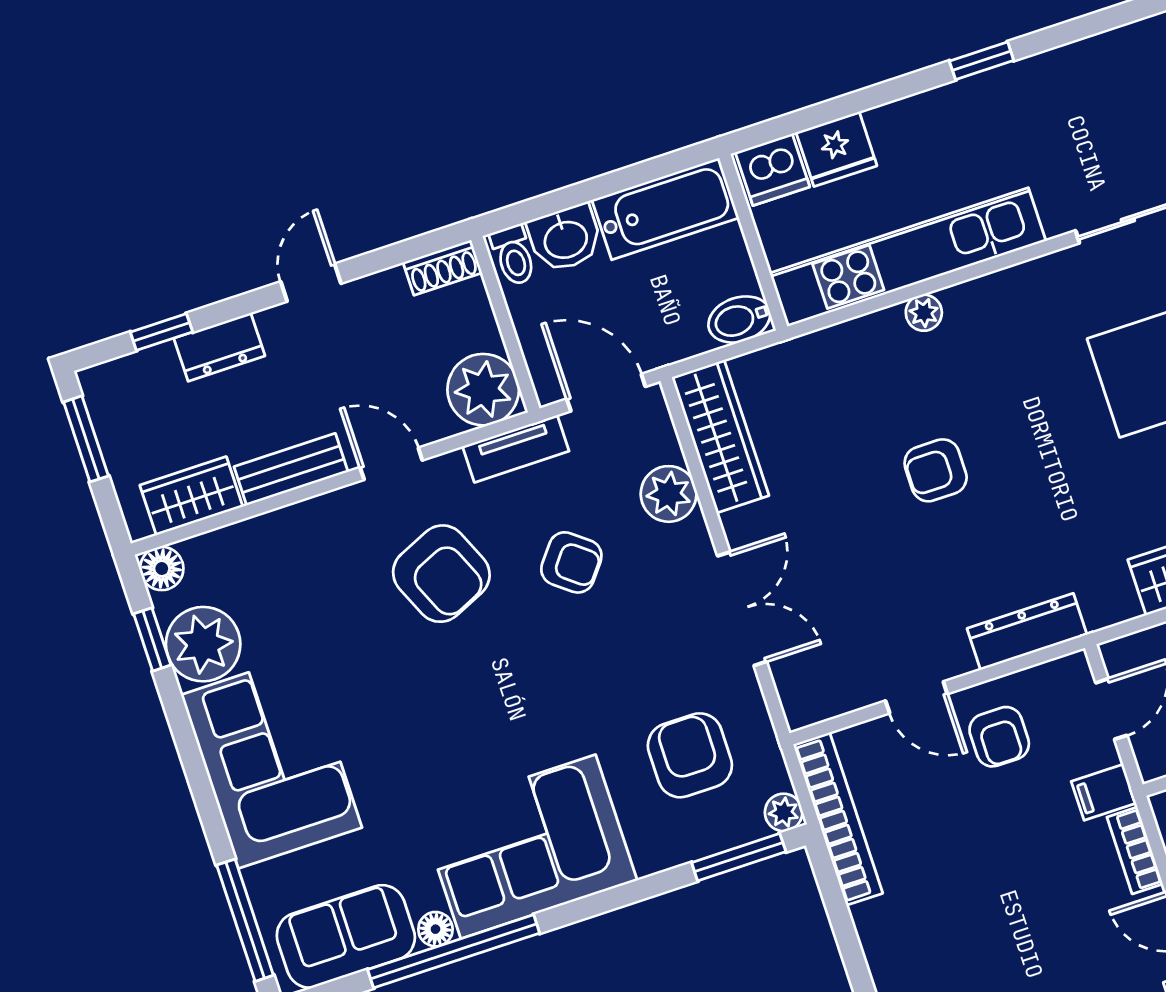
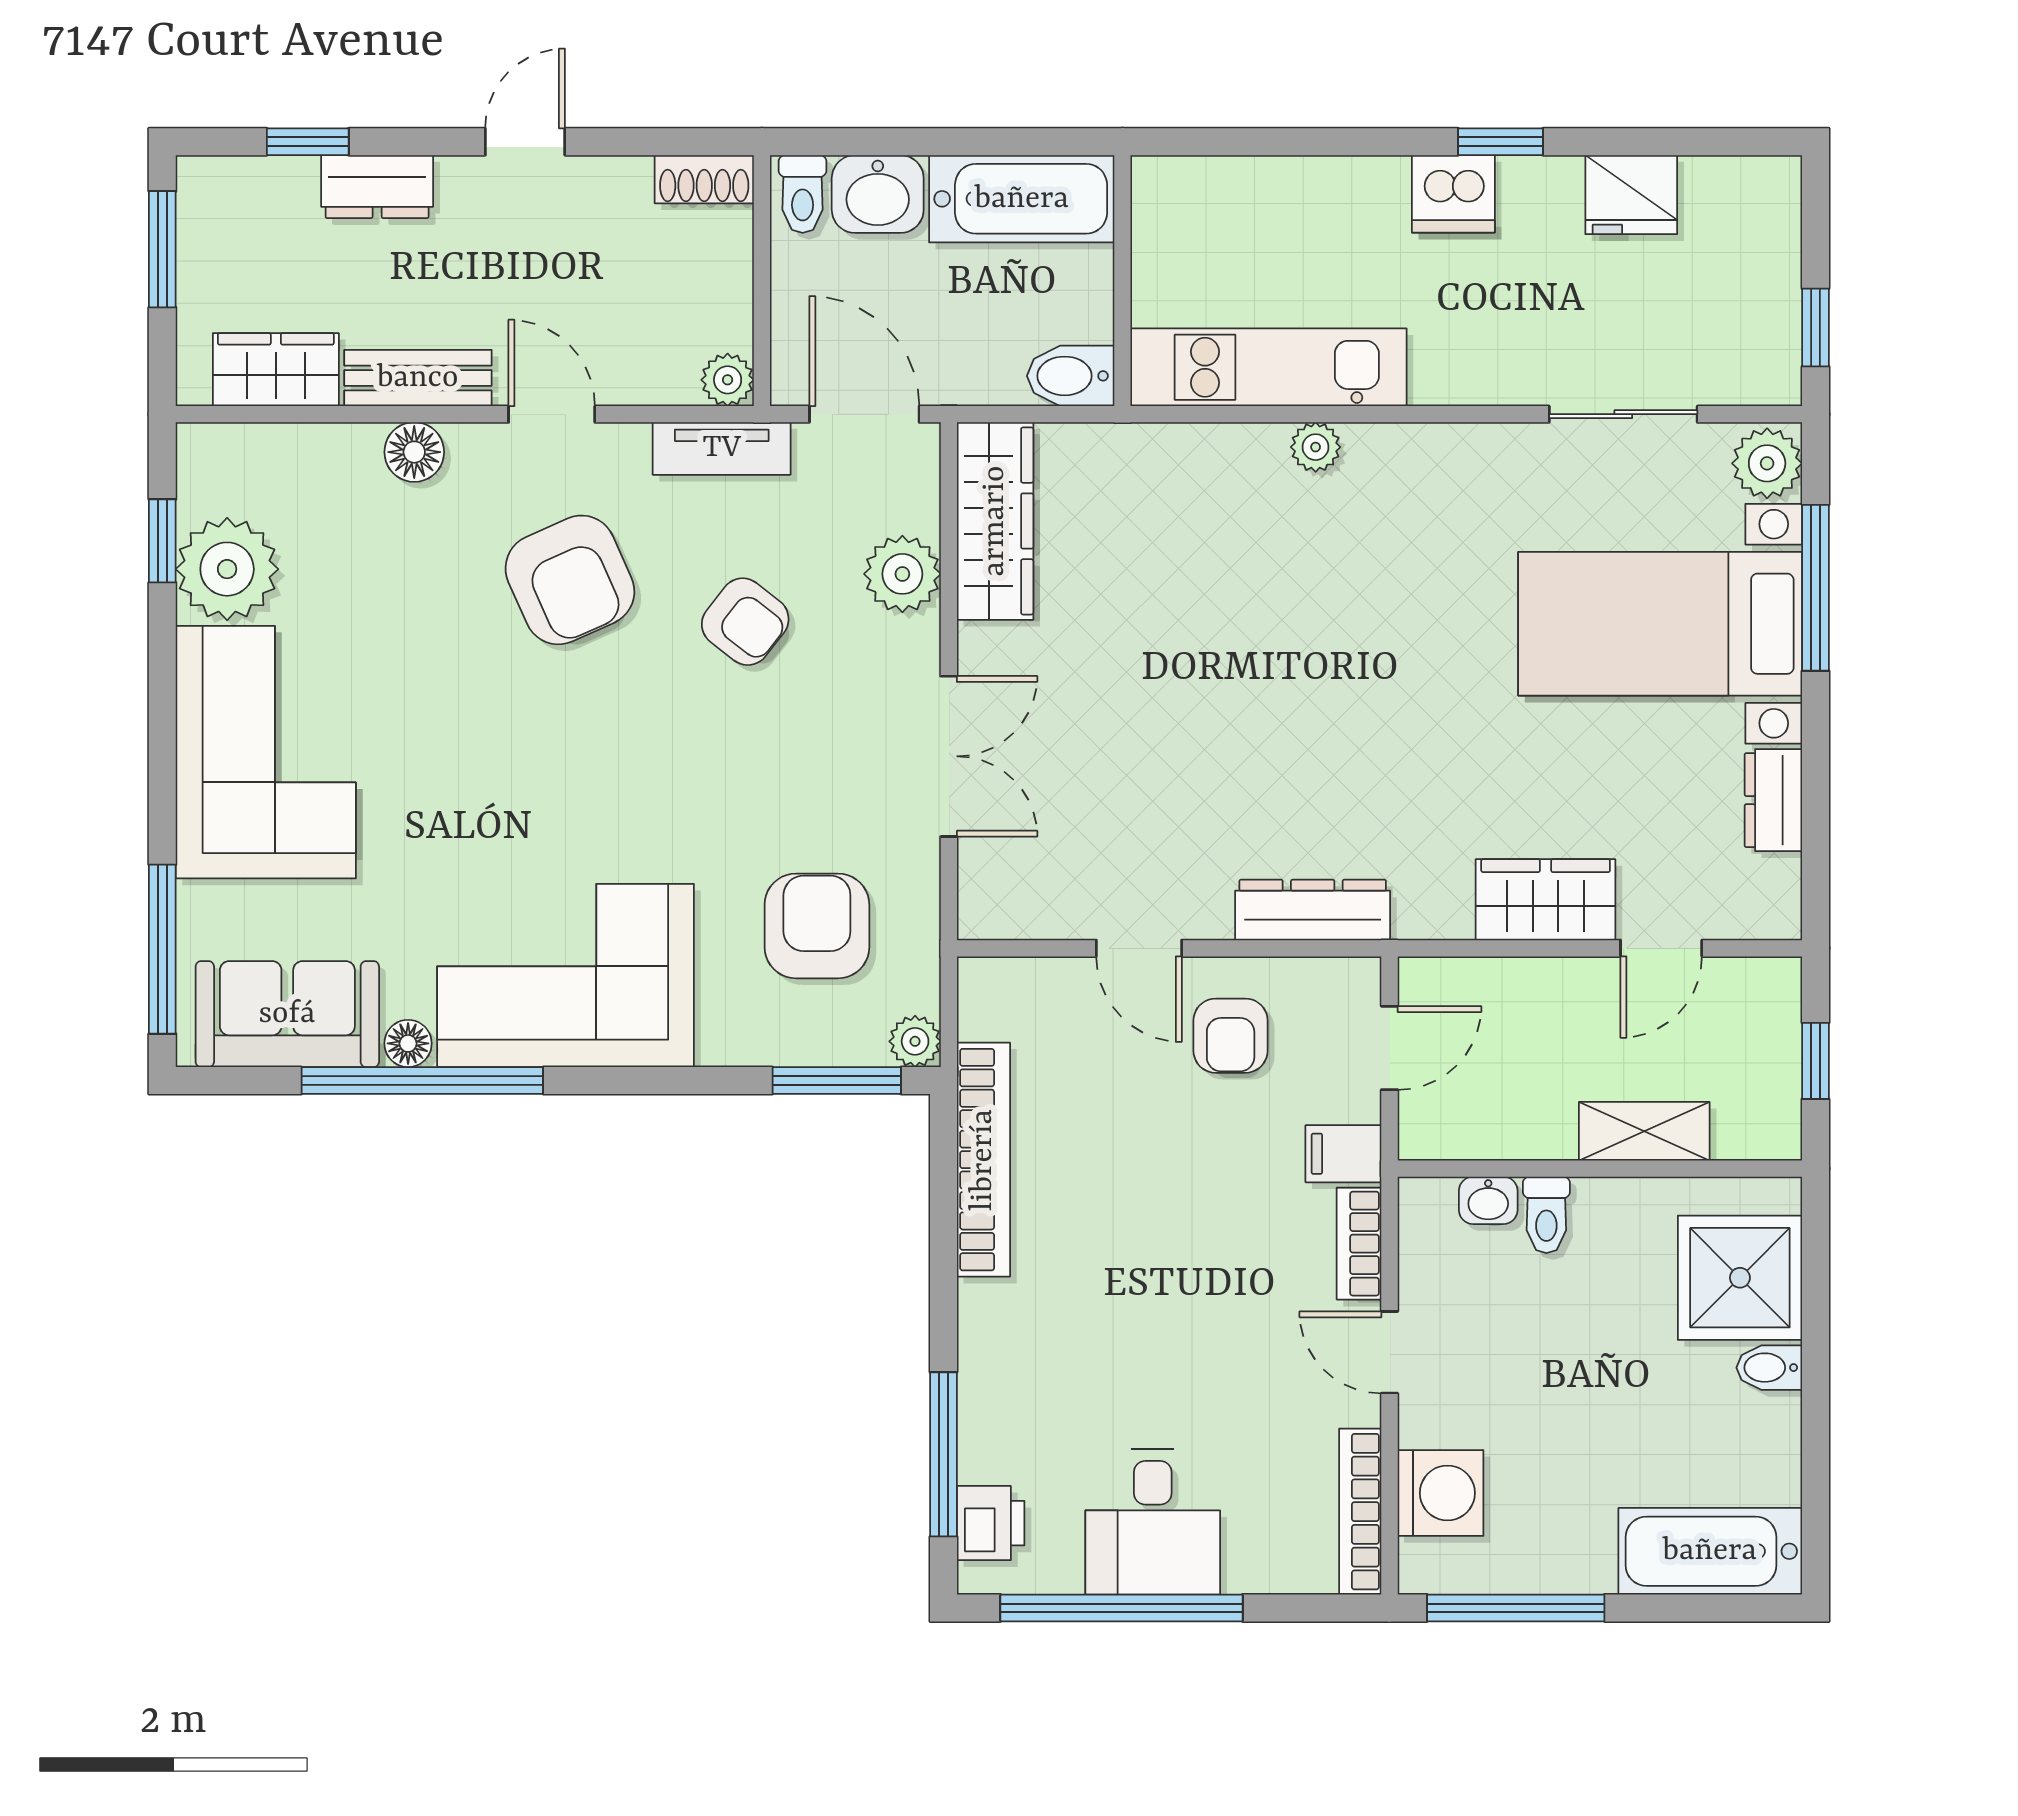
fridge: (836, 149) -> (1631, 195), moved
dishwasher: (773, 170) -> (1453, 194), moved
kitchen unit: (908, 257) -> (1269, 367), width x0.73
plant: (483, 390) -> (728, 380), width x0.53, depth x0.53
armchair: (936, 470) -> (1263, 659), removed
floor lamp: (162, 569) -> (414, 452), moved
bookcase: (838, 819) -> (983, 1160), moved

